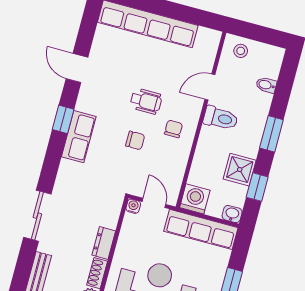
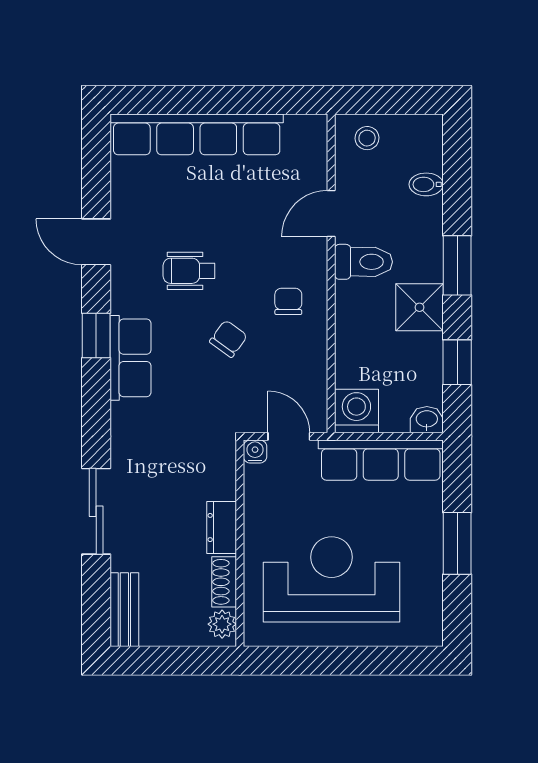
wheelchair: (146, 101) -> (189, 271), moved, turned 180
chair: (135, 140) -> (228, 339), turned -54
shower: (240, 170) -> (420, 307), moved

